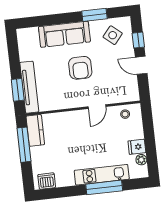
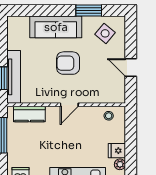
window: (138, 40) -> (131, 41), removed
armchair: (80, 68) -> (68, 63), turned 90
door: (97, 107) -> (69, 105), moved
kitchen counter: (35, 130) -> (29, 114), moved, turned 90

